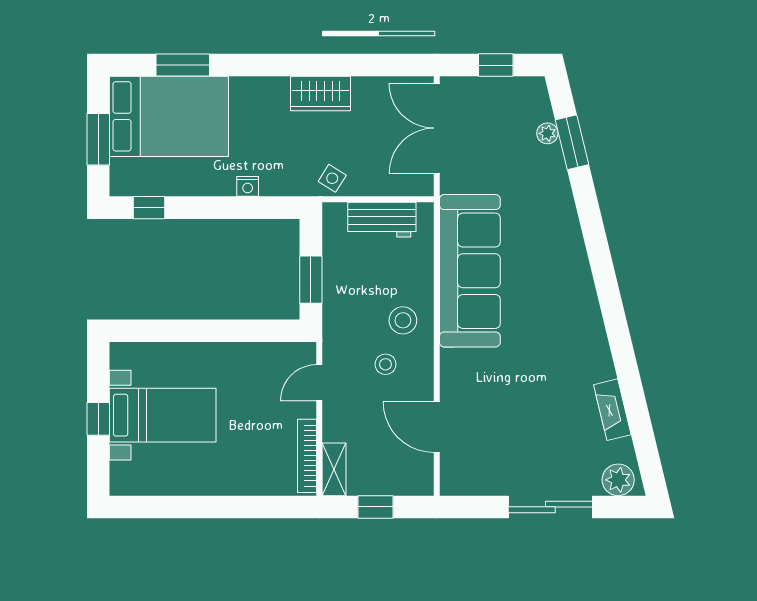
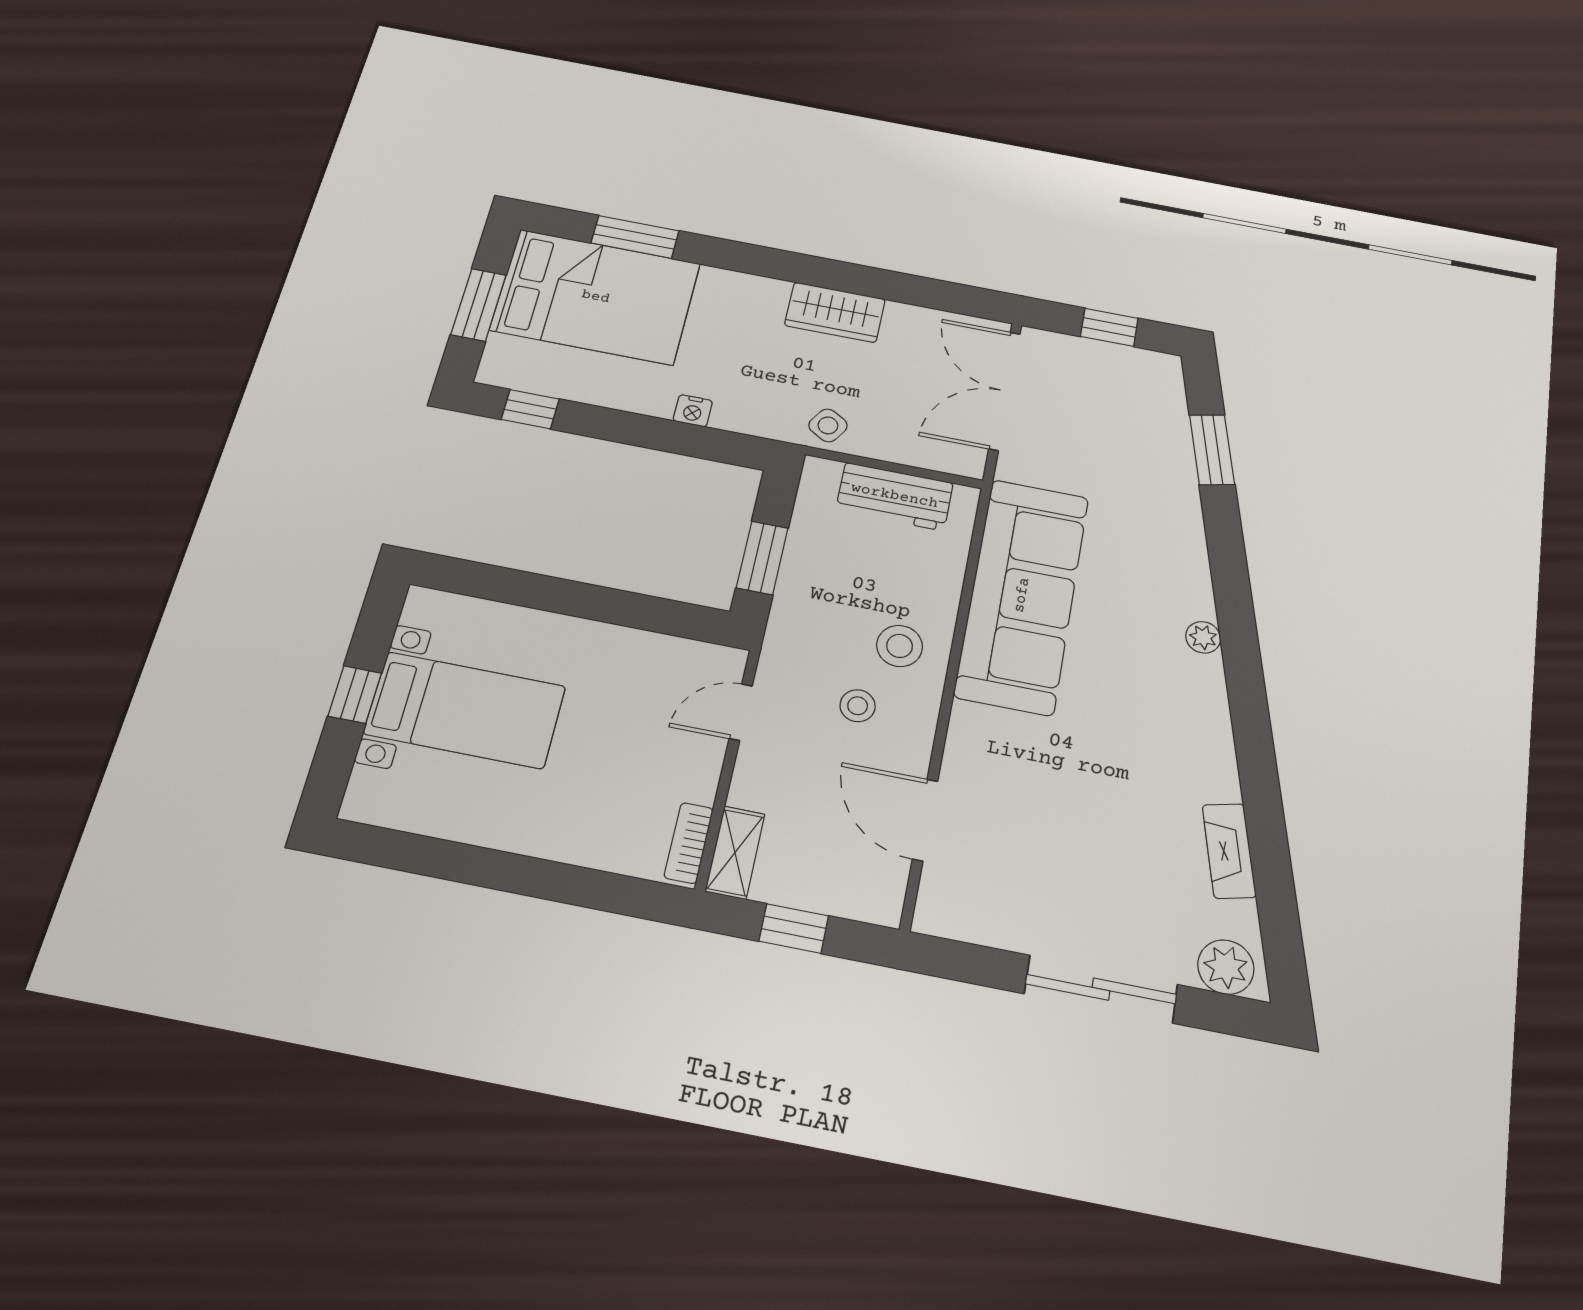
plant: (547, 133) -> (1203, 637), moved
bookcase: (307, 456) -> (689, 843), width x0.64

